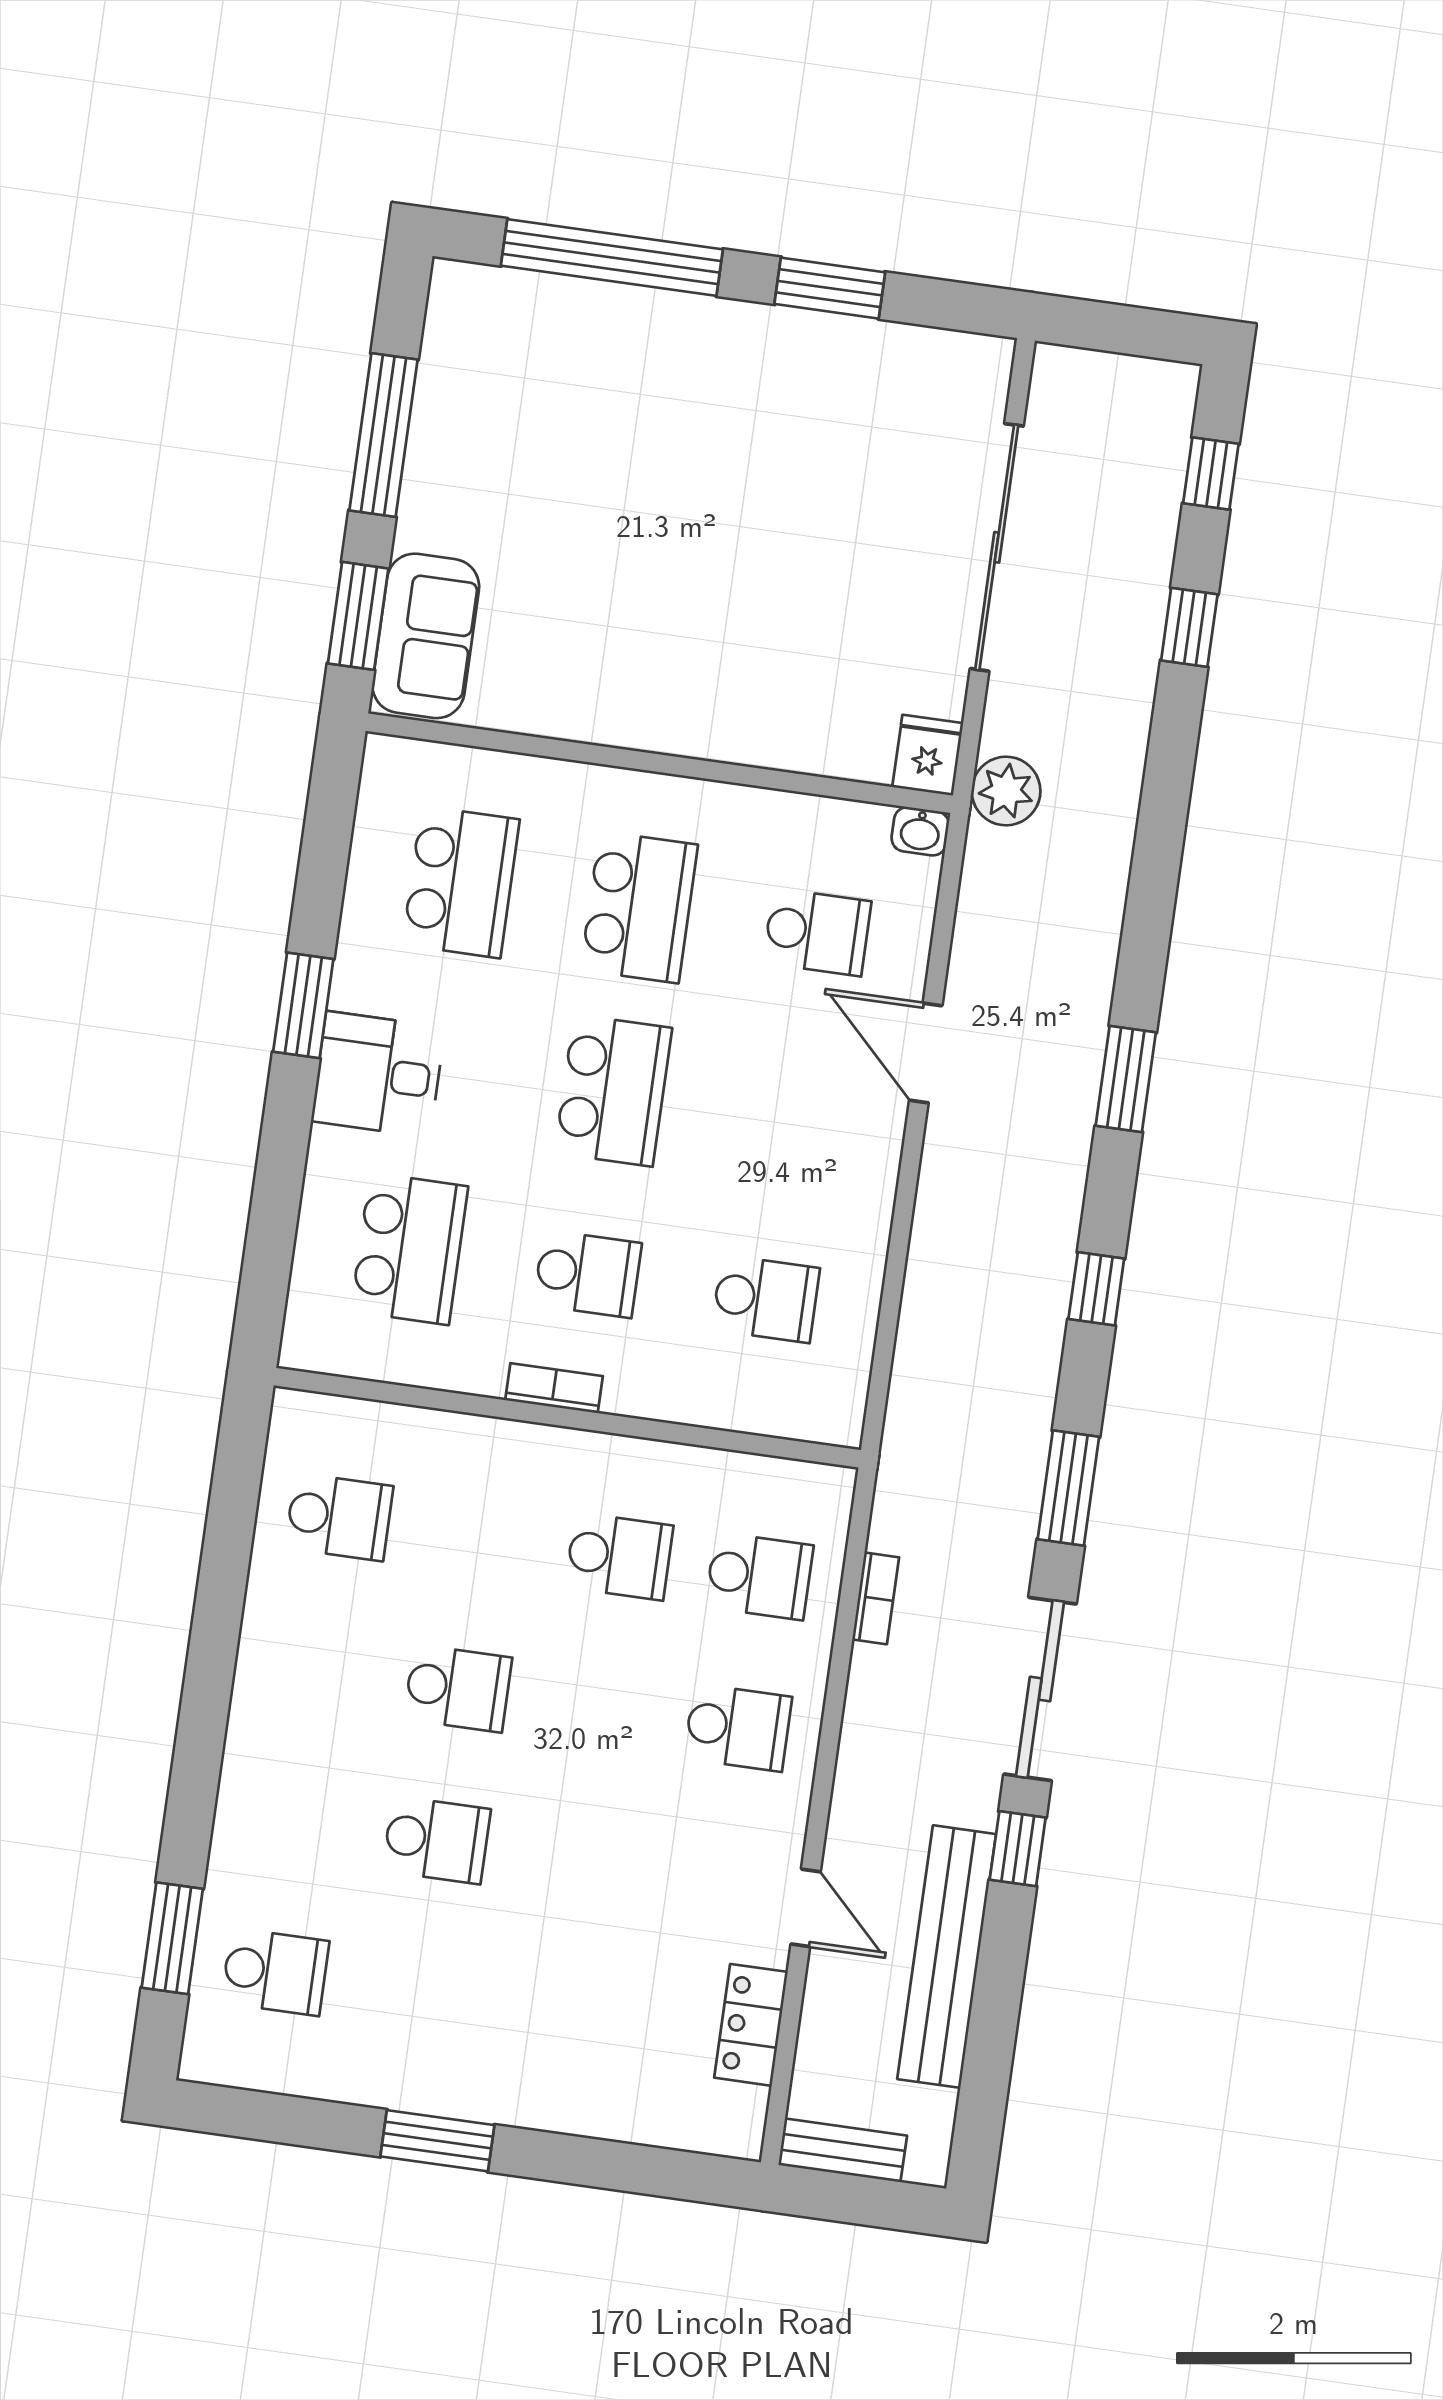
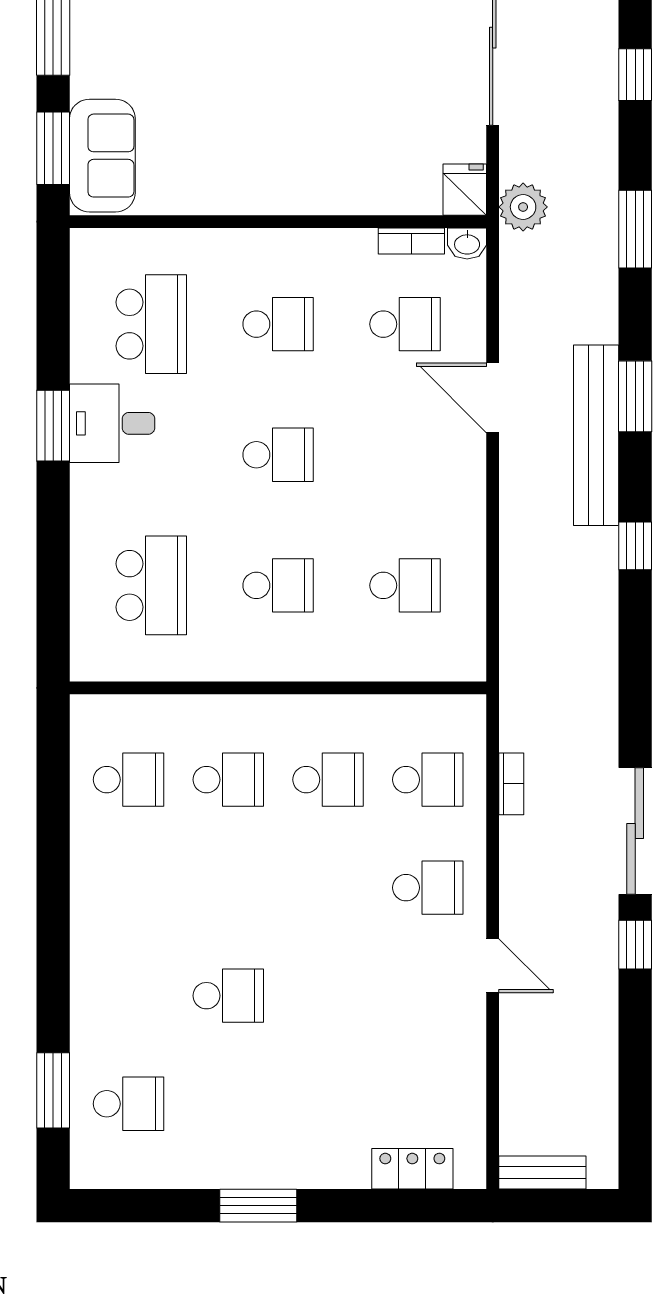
school desk: (639, 907) -> (278, 324), width x0.54
desk: (378, 1074) -> (112, 423), moved
school desk: (613, 1091) -> (278, 455), width x0.54
bookcase: (554, 1388) -> (411, 241), moved, turned 180
window: (1068, 1488) -> (635, 229), moved
school desk: (458, 1688) -> (228, 780), moved
door: (806, 1908) -> (493, 966), moved
bench: (947, 1957) -> (596, 435), moved
locker: (751, 2025) -> (412, 1169), moved, turned 90

